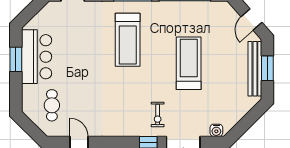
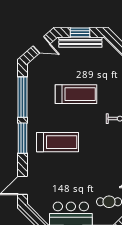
treadmill: (189, 63) -> (76, 94), turned 180

